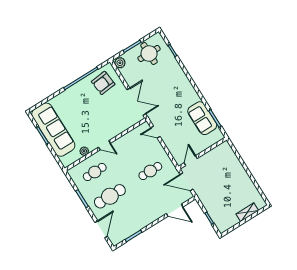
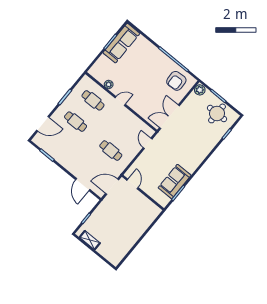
armchair: (103, 83) -> (176, 81), turned -87
double door: (136, 102) -> (169, 117), swing flipped
sofa: (53, 130) -> (121, 43), width x0.74, depth x0.79
door: (104, 145) -> (120, 101), swing flipped
door: (191, 161) -> (133, 184), hinge flipped
door: (186, 182) -> (112, 187), hinge flipped
cafe table: (110, 196) -> (76, 122), width x0.73, depth x0.74
shelving: (247, 212) -> (90, 240), moved

